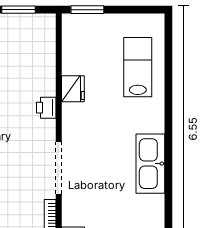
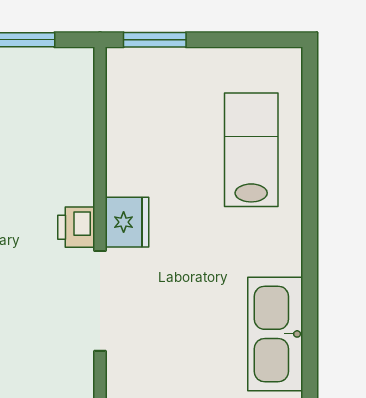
fridge: (73, 89) -> (127, 222), moved
doorway: (59, 168) -> (100, 301), moved

